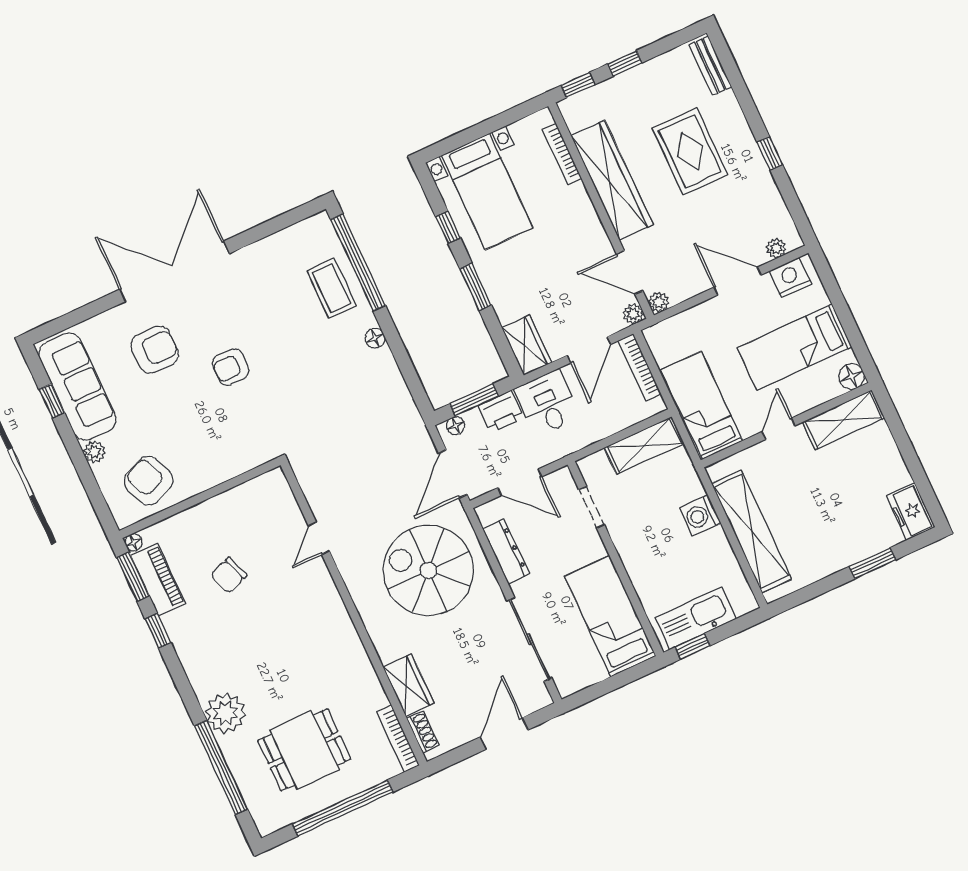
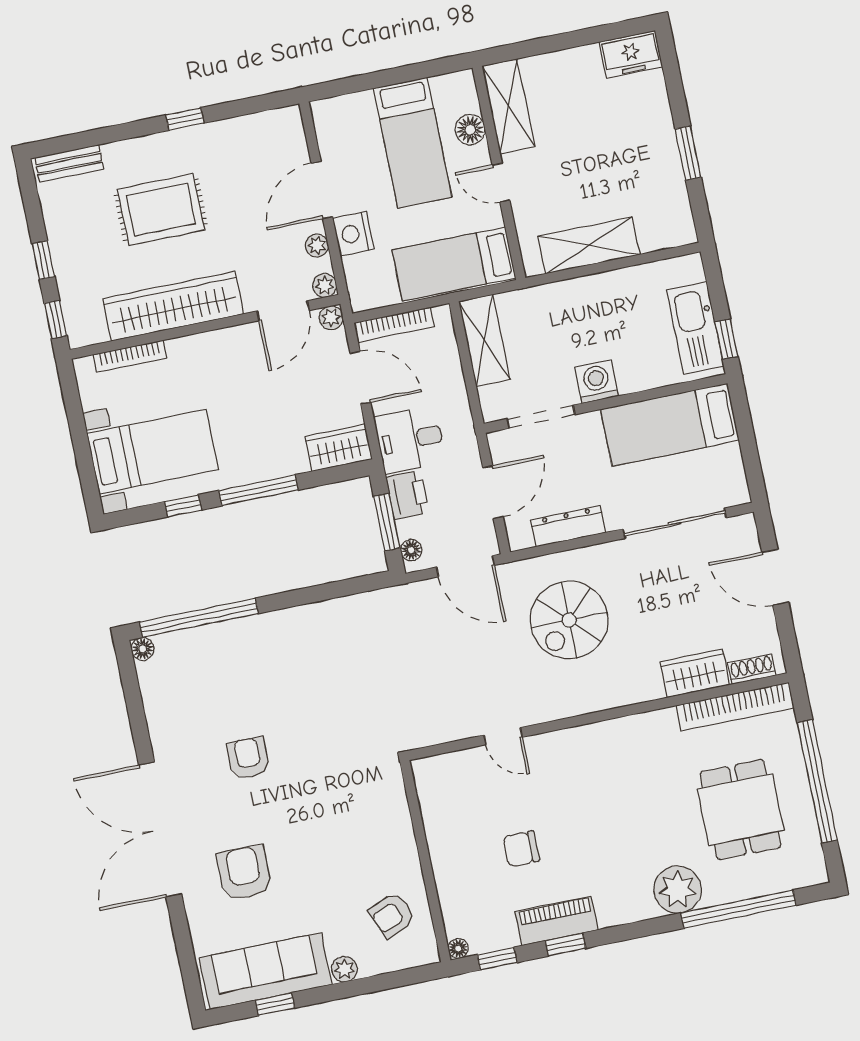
plant: (776, 248) -> (317, 246), moved
nightstand: (790, 277) -> (353, 234), moved
window: (476, 287) -> (258, 490), width x1.44
coffee table: (331, 288) -> (221, 655), removed
floor lamp: (375, 338) -> (143, 649), moved
armchair: (231, 367) -> (248, 758), moved, turned 180
floor lamp: (852, 376) -> (470, 130), moved
armchair: (149, 481) -> (392, 915), width x0.72, depth x0.72
doorway: (592, 507) -> (541, 417), width x1.38
washing machine: (700, 516) -> (597, 382), moved, turned 180
shelving: (752, 531) -> (589, 245), width x0.68
window: (873, 563) -> (688, 153), moved
spiral stairs: (428, 570) -> (569, 620), width x0.73, depth x0.73
chair: (229, 575) -> (521, 849), turned 110
window: (133, 577) -> (497, 959), width x0.67
piano: (158, 580) -> (557, 921), moved
bookcase: (398, 739) -> (735, 707), width x1.48, depth x1.31

